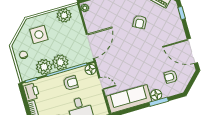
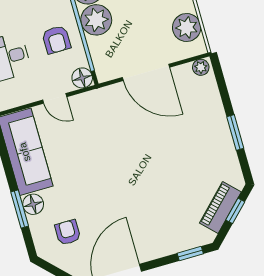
armchair: (140, 22) -> (173, 173), removed
door: (90, 46) -> (146, 72), moved
door: (101, 84) -> (55, 98), hinge flipped

